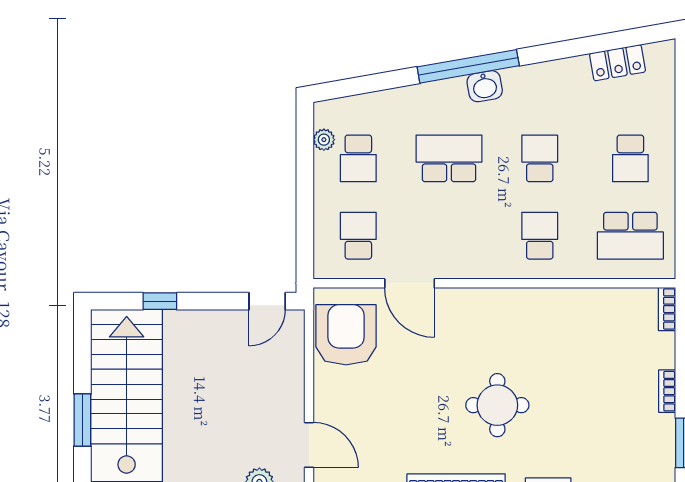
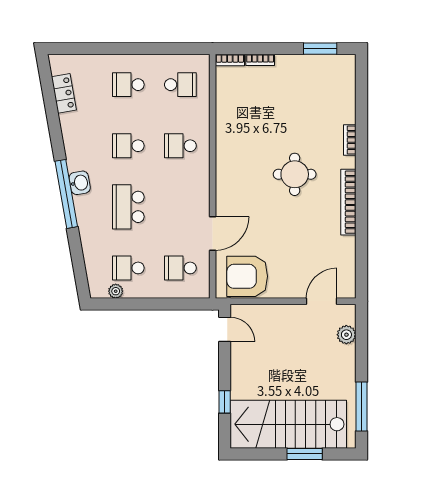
school desk: (358, 158) -> (128, 268), turned 180
school desk: (630, 158) -> (128, 85), turned 180
school desk: (630, 236) -> (180, 85), width x0.54
bookcase: (667, 391) -> (260, 60), moved

